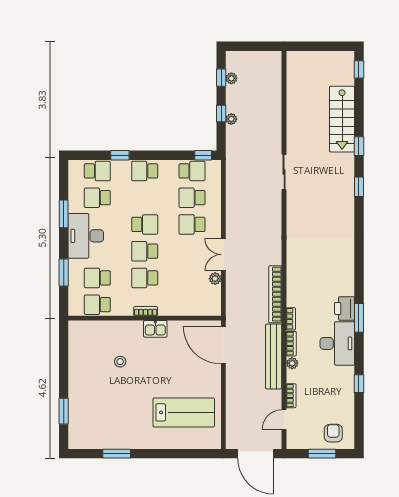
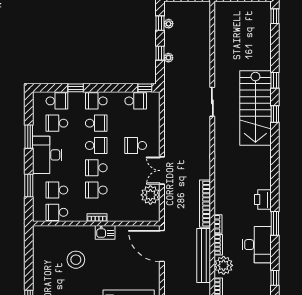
stairs: (342, 119) -> (255, 108), moved, width x1.36, depth x1.51
school desk: (192, 198) -> (96, 123), moved, turned 180
plant: (215, 279) -> (150, 195), width x1.87, depth x1.87
printer: (345, 308) -> (263, 200), moved
stool: (120, 362) -> (76, 260), width x1.89, depth x1.89
plant: (292, 363) -> (224, 265), width x1.88, depth x1.88

